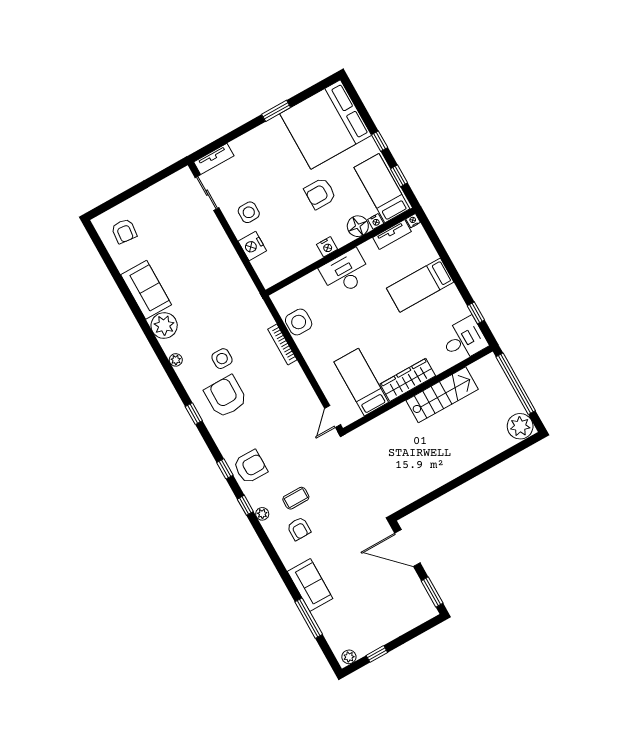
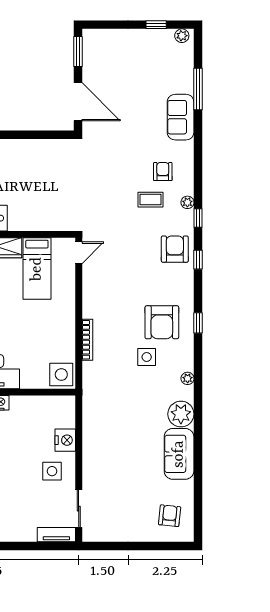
side table: (299, 322) -> (61, 375), moved
armchair: (250, 467) -> (175, 249), turned 90

